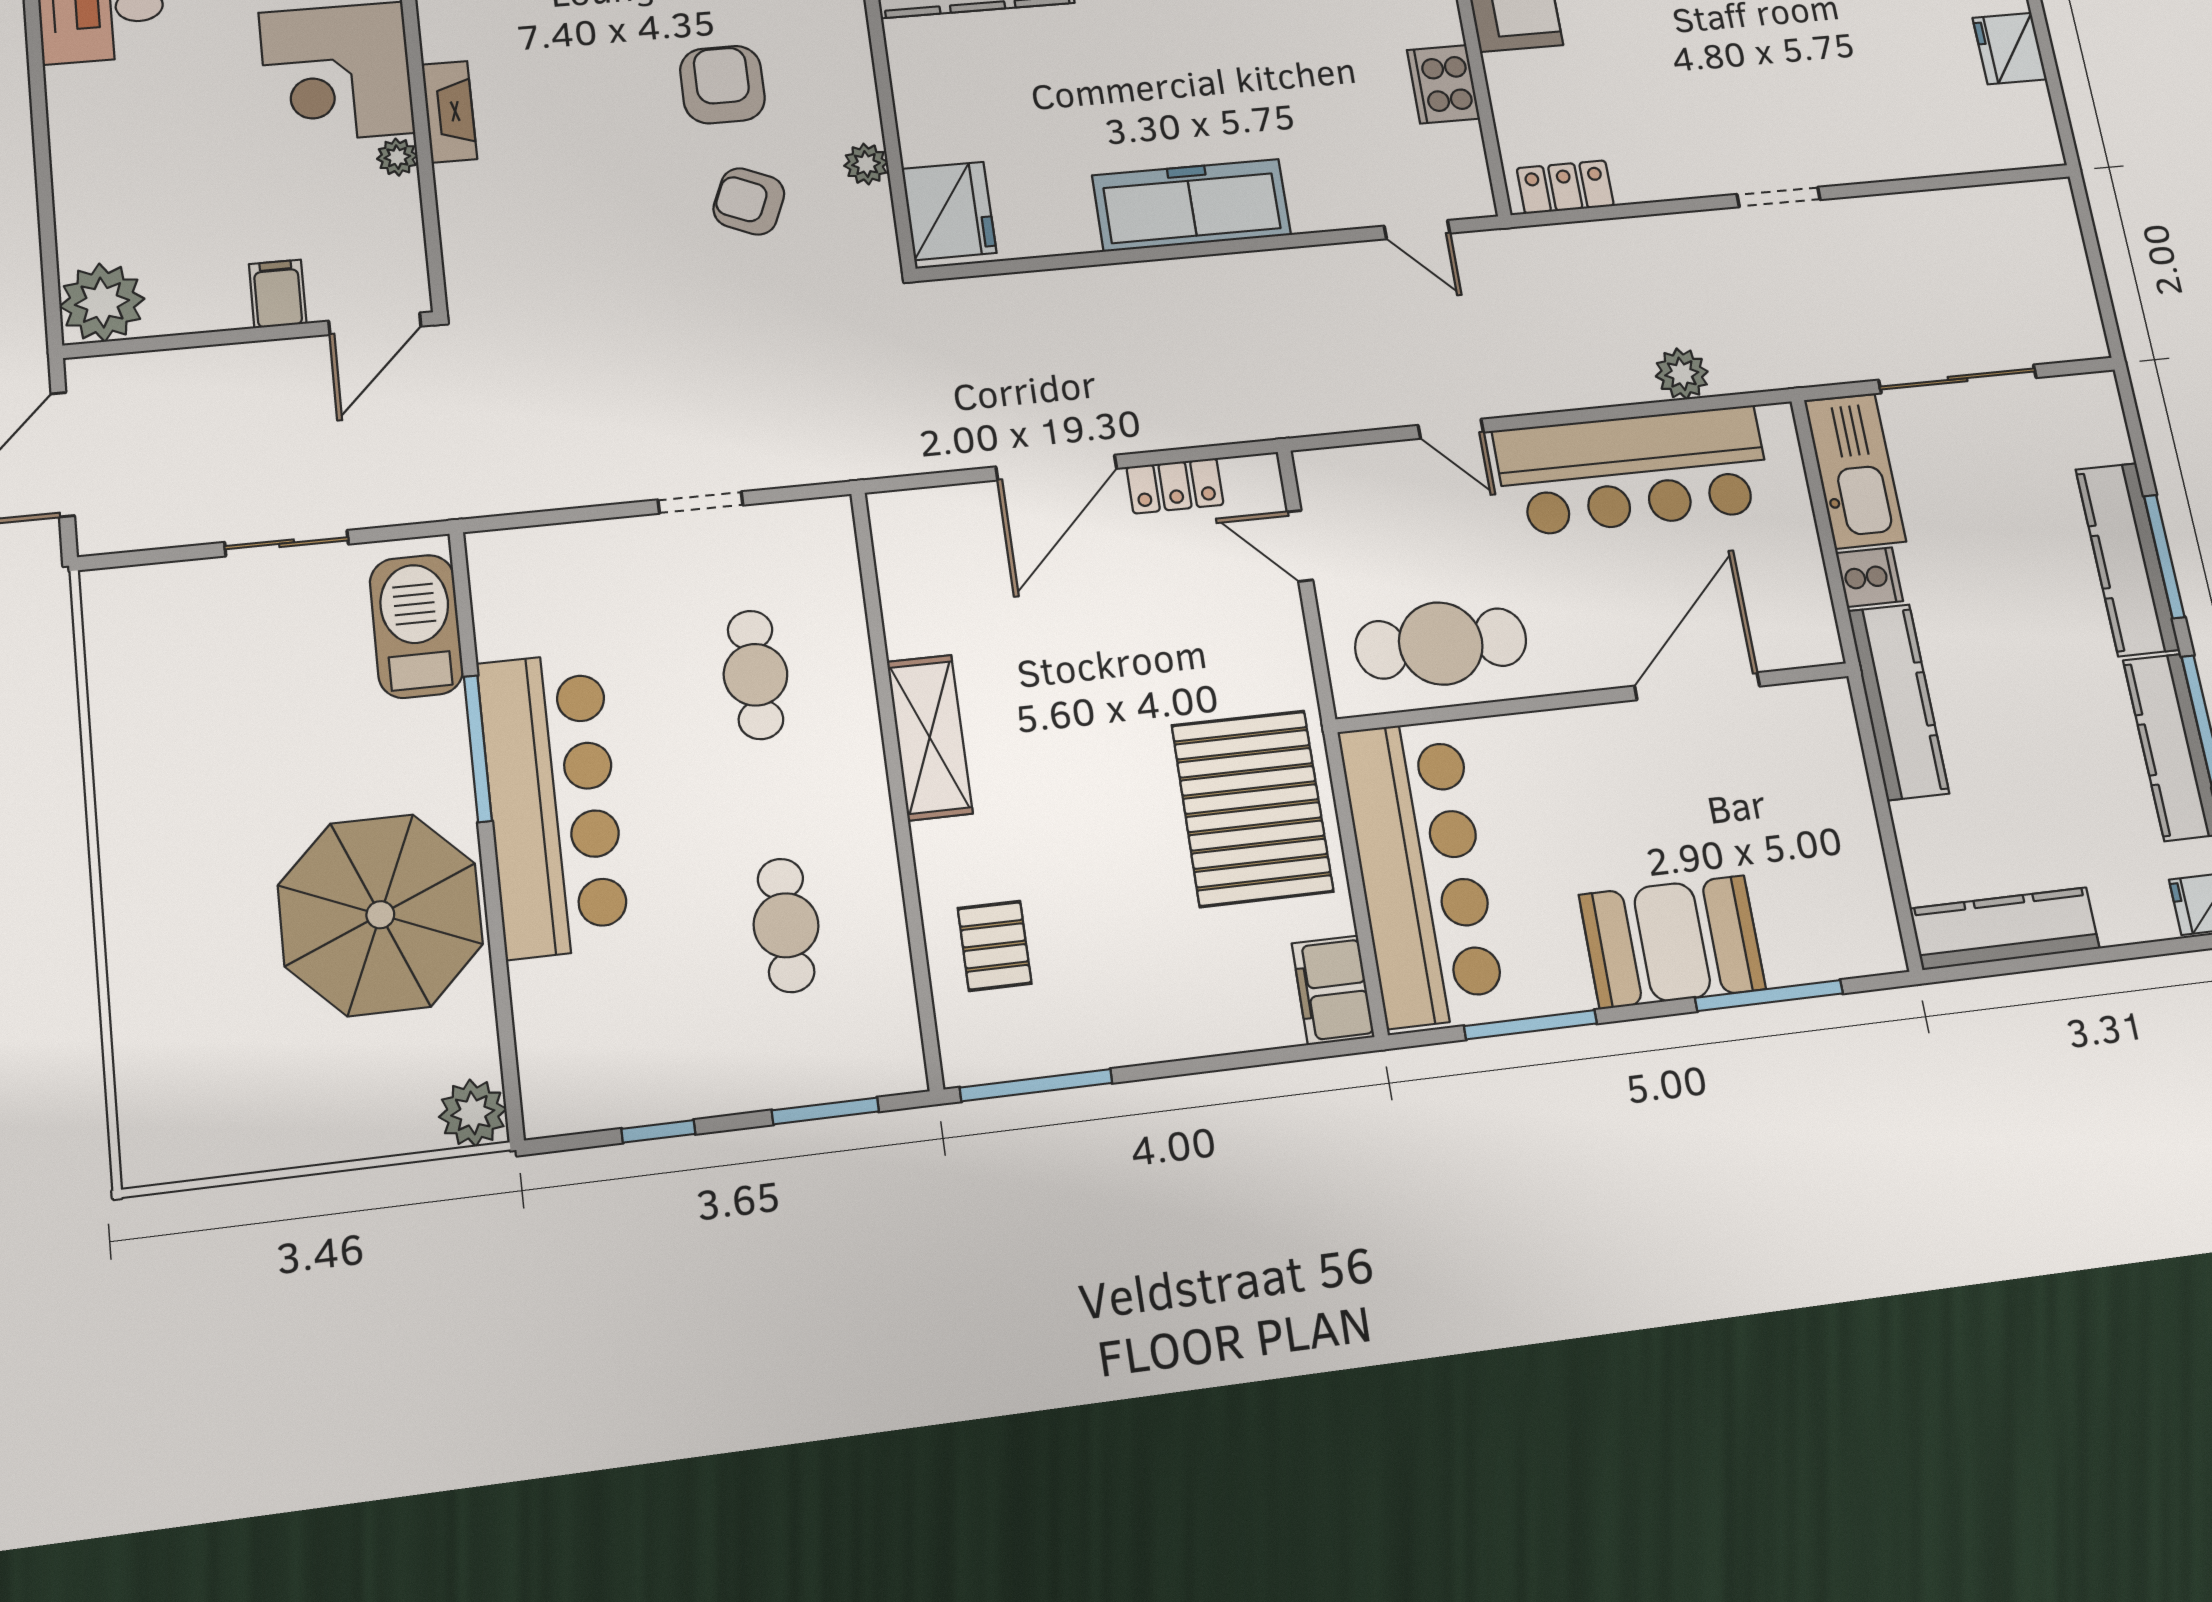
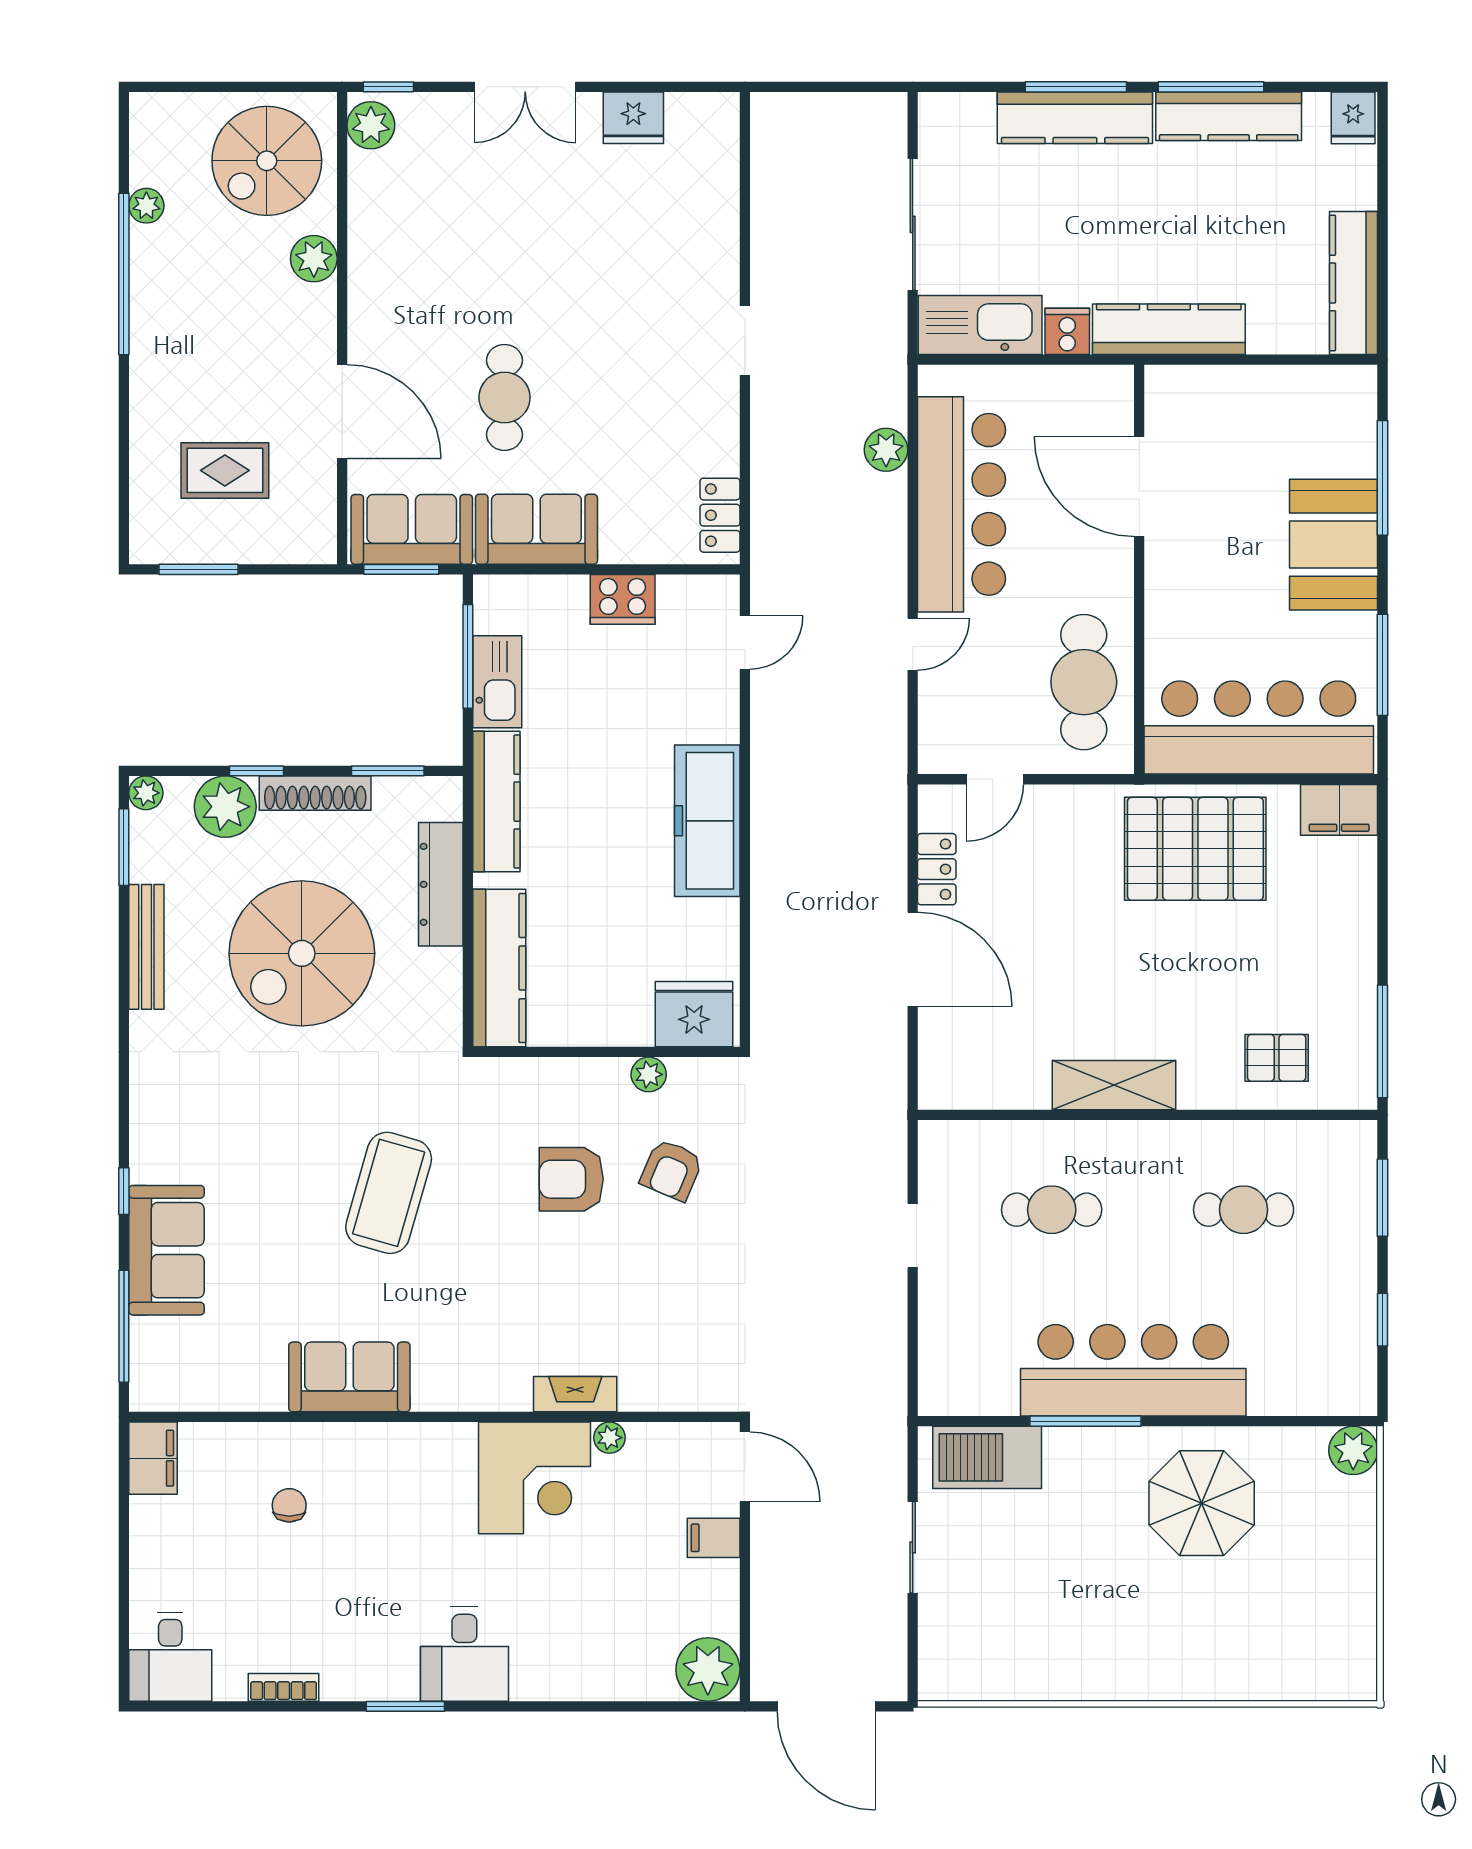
parasol: (380, 915) -> (1202, 1503), width x0.73, depth x0.73

